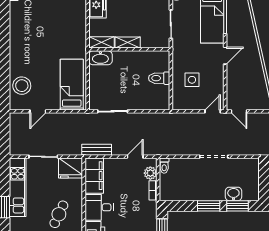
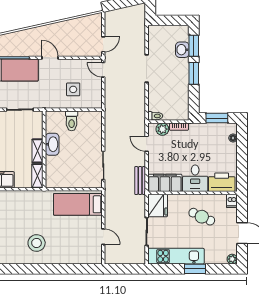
washbasin: (100, 58) -> (52, 144), moved
stool: (22, 86) -> (37, 243), moved

